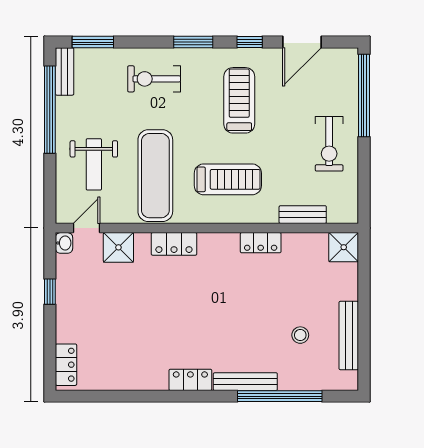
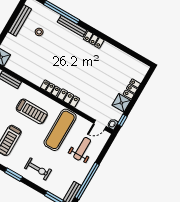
treadmill: (228, 179) -> (32, 111), turned 180
locker: (261, 243) -> (50, 88), moved
shower: (118, 247) -> (121, 103), moved
window: (50, 292) -> (122, 120), moved
locker: (66, 365) -> (132, 89), moved

